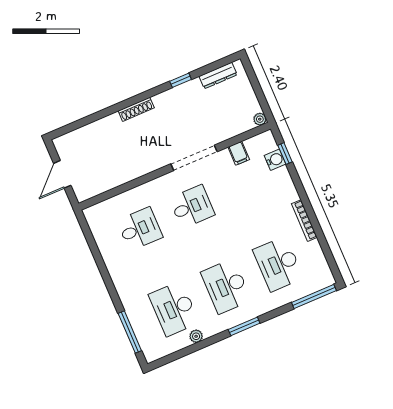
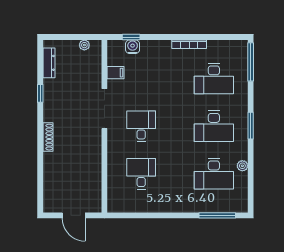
plant: (260, 119) -> (84, 45), moved

